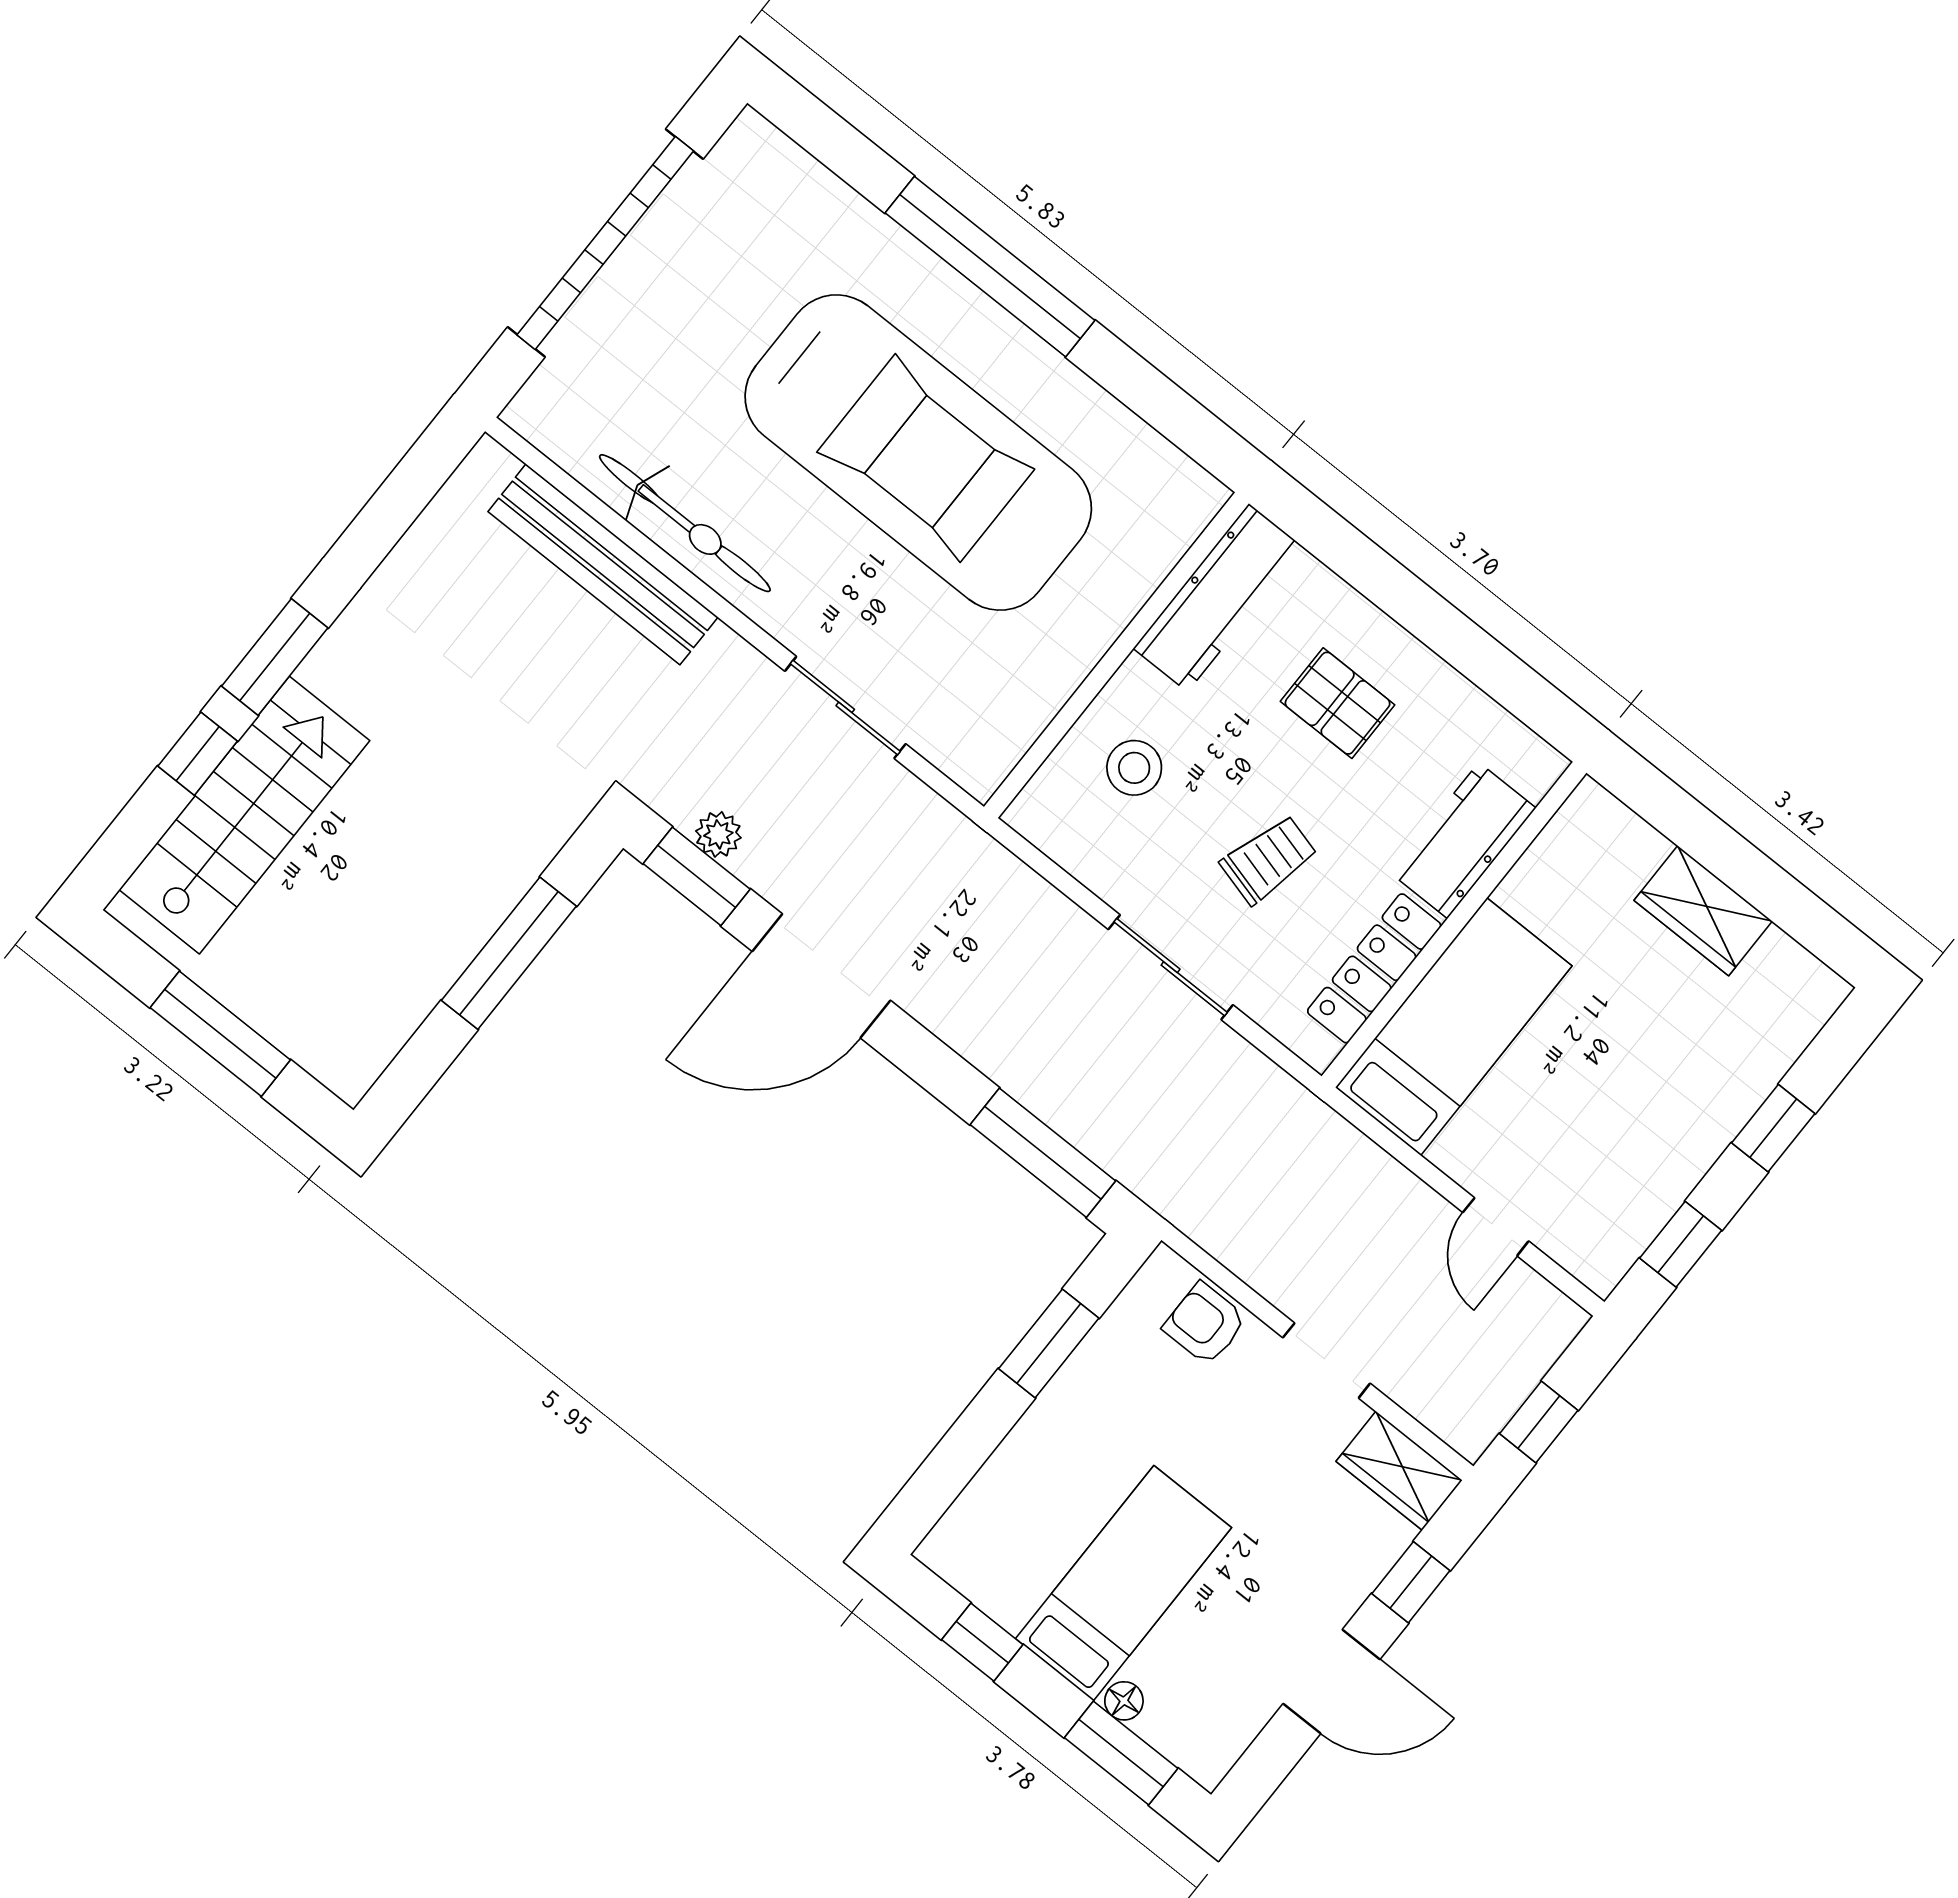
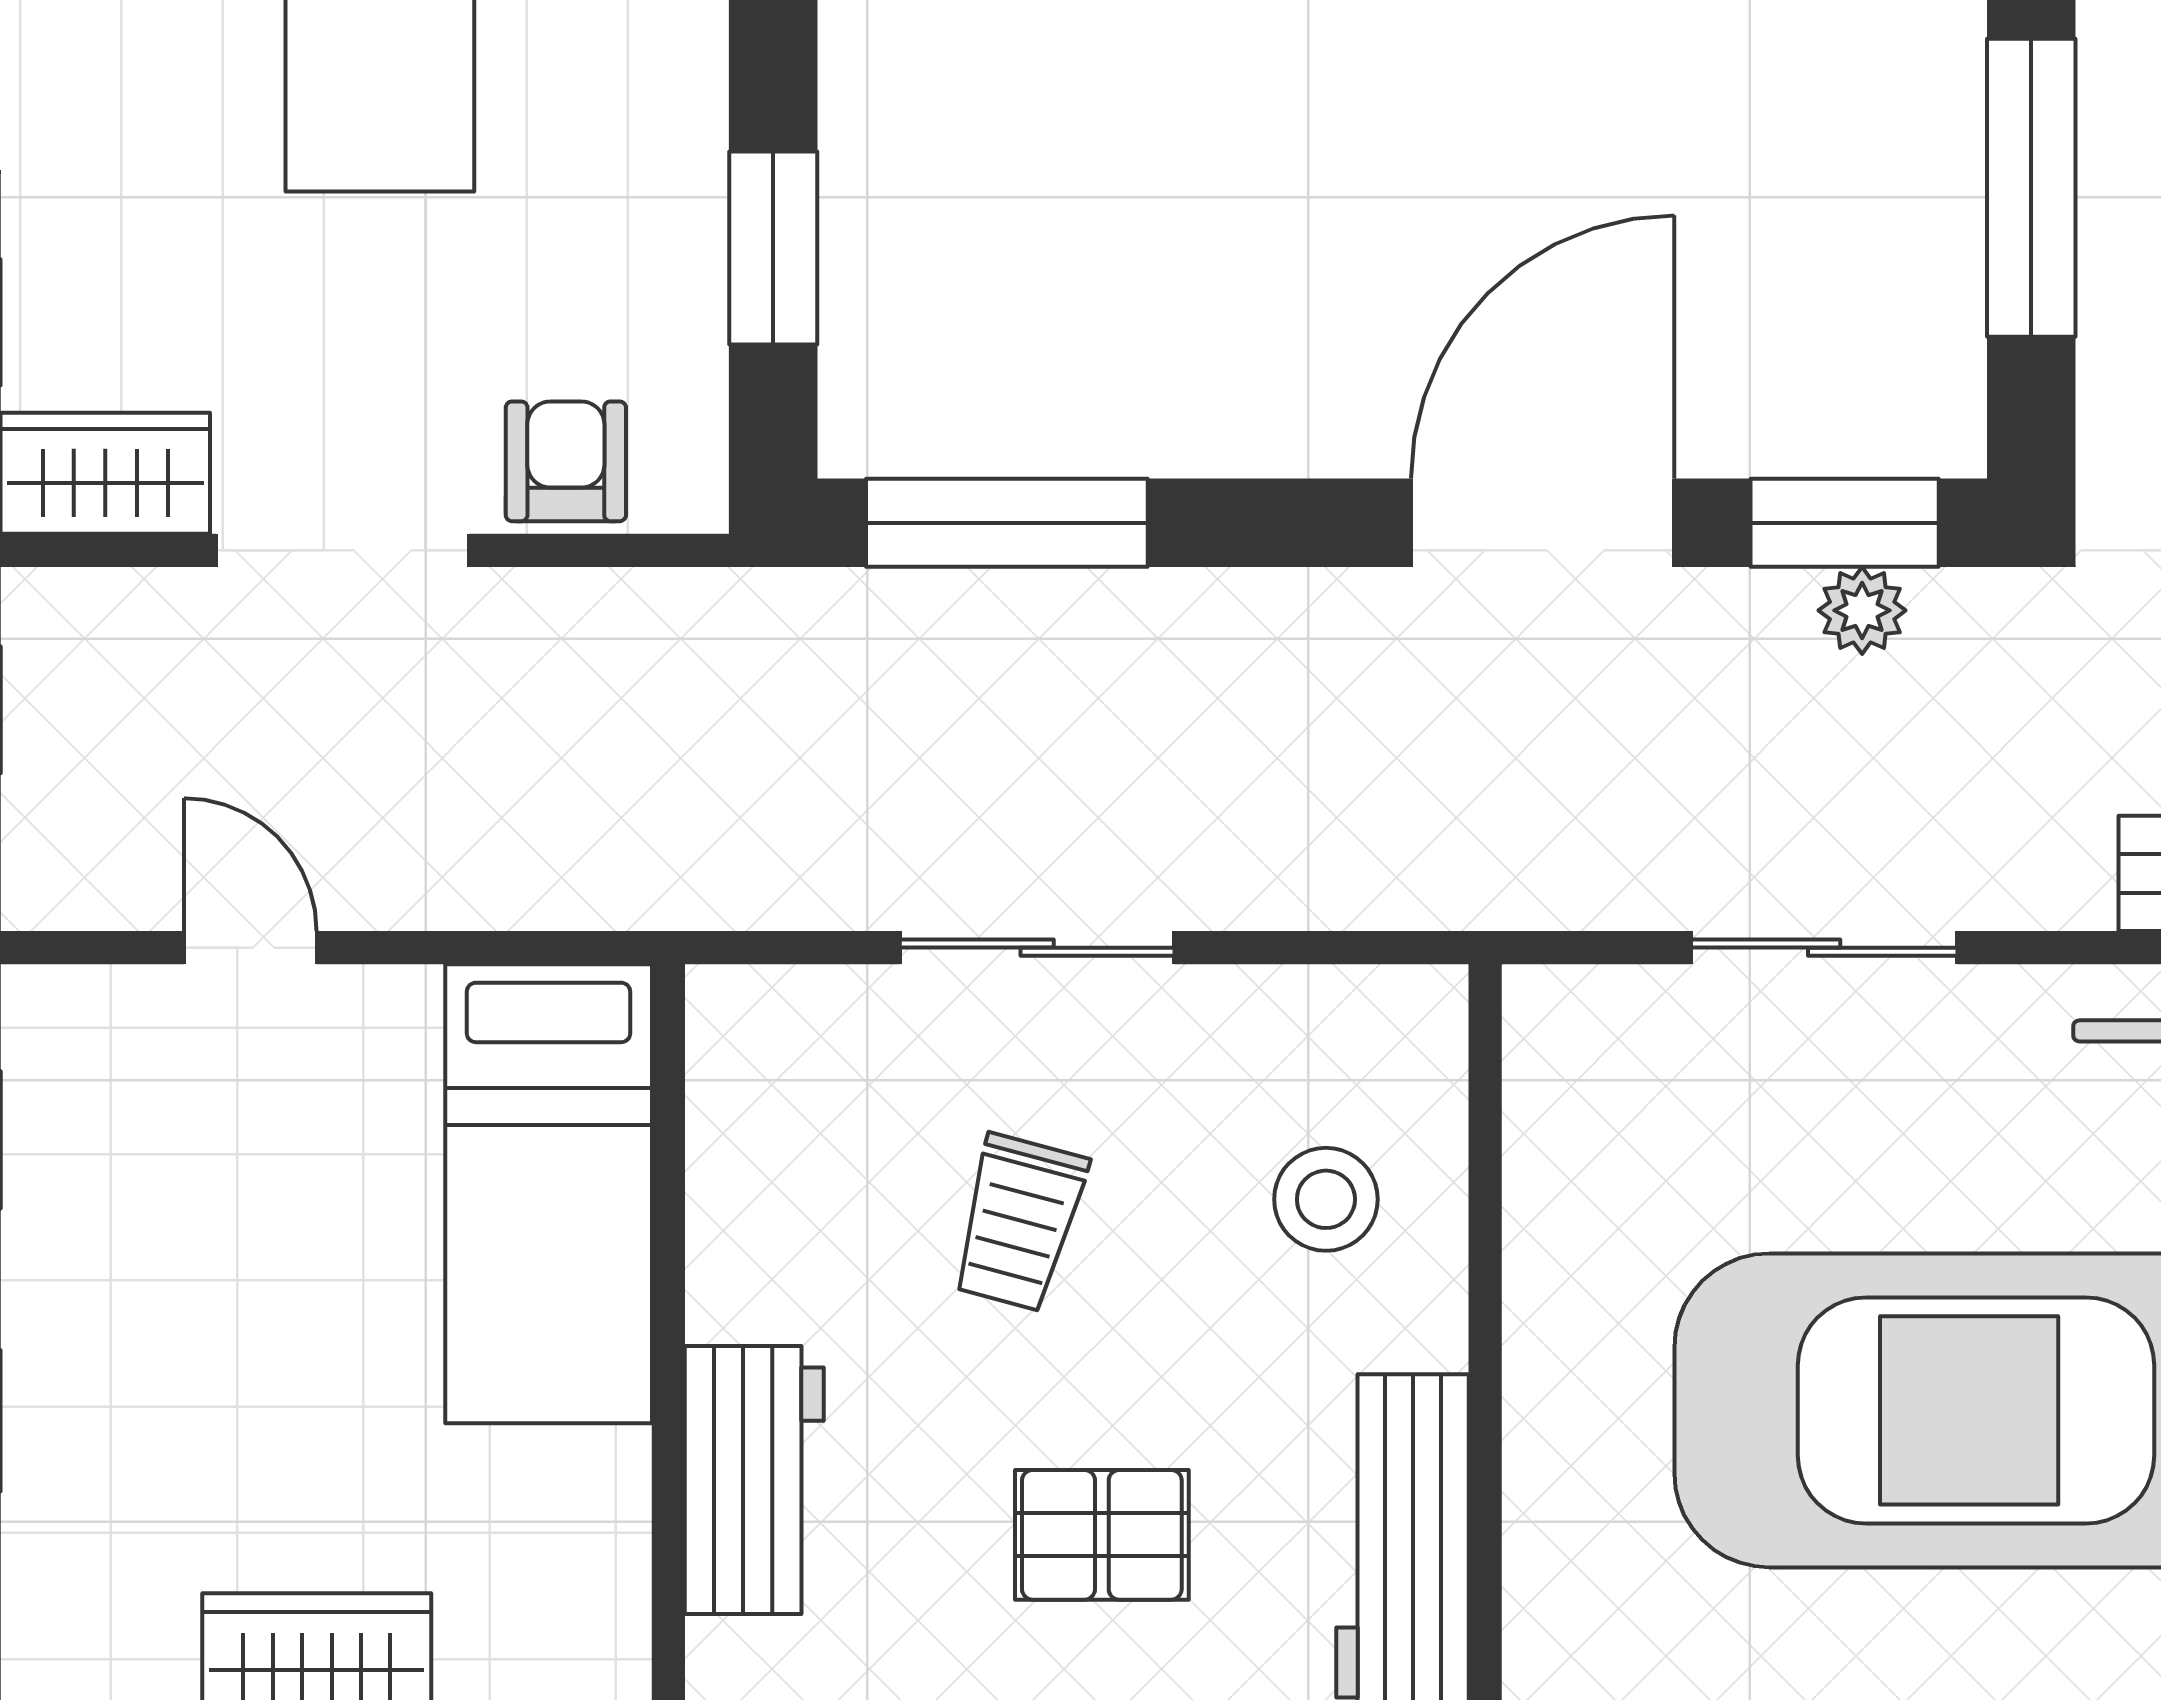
locker: (1374, 968) -> (735, 1186), removed
armchair: (1205, 1324) -> (566, 461), turned -90
doorway: (1327, 1361) -> (343, 550), width x1.38

